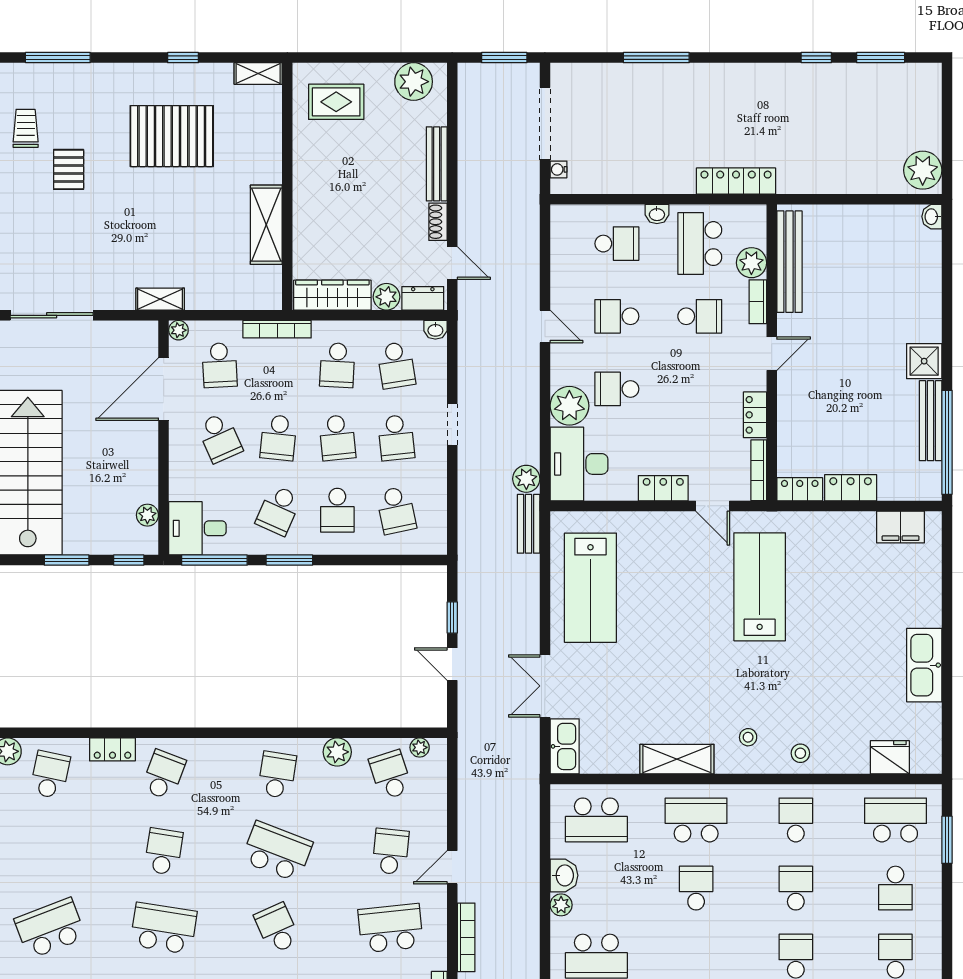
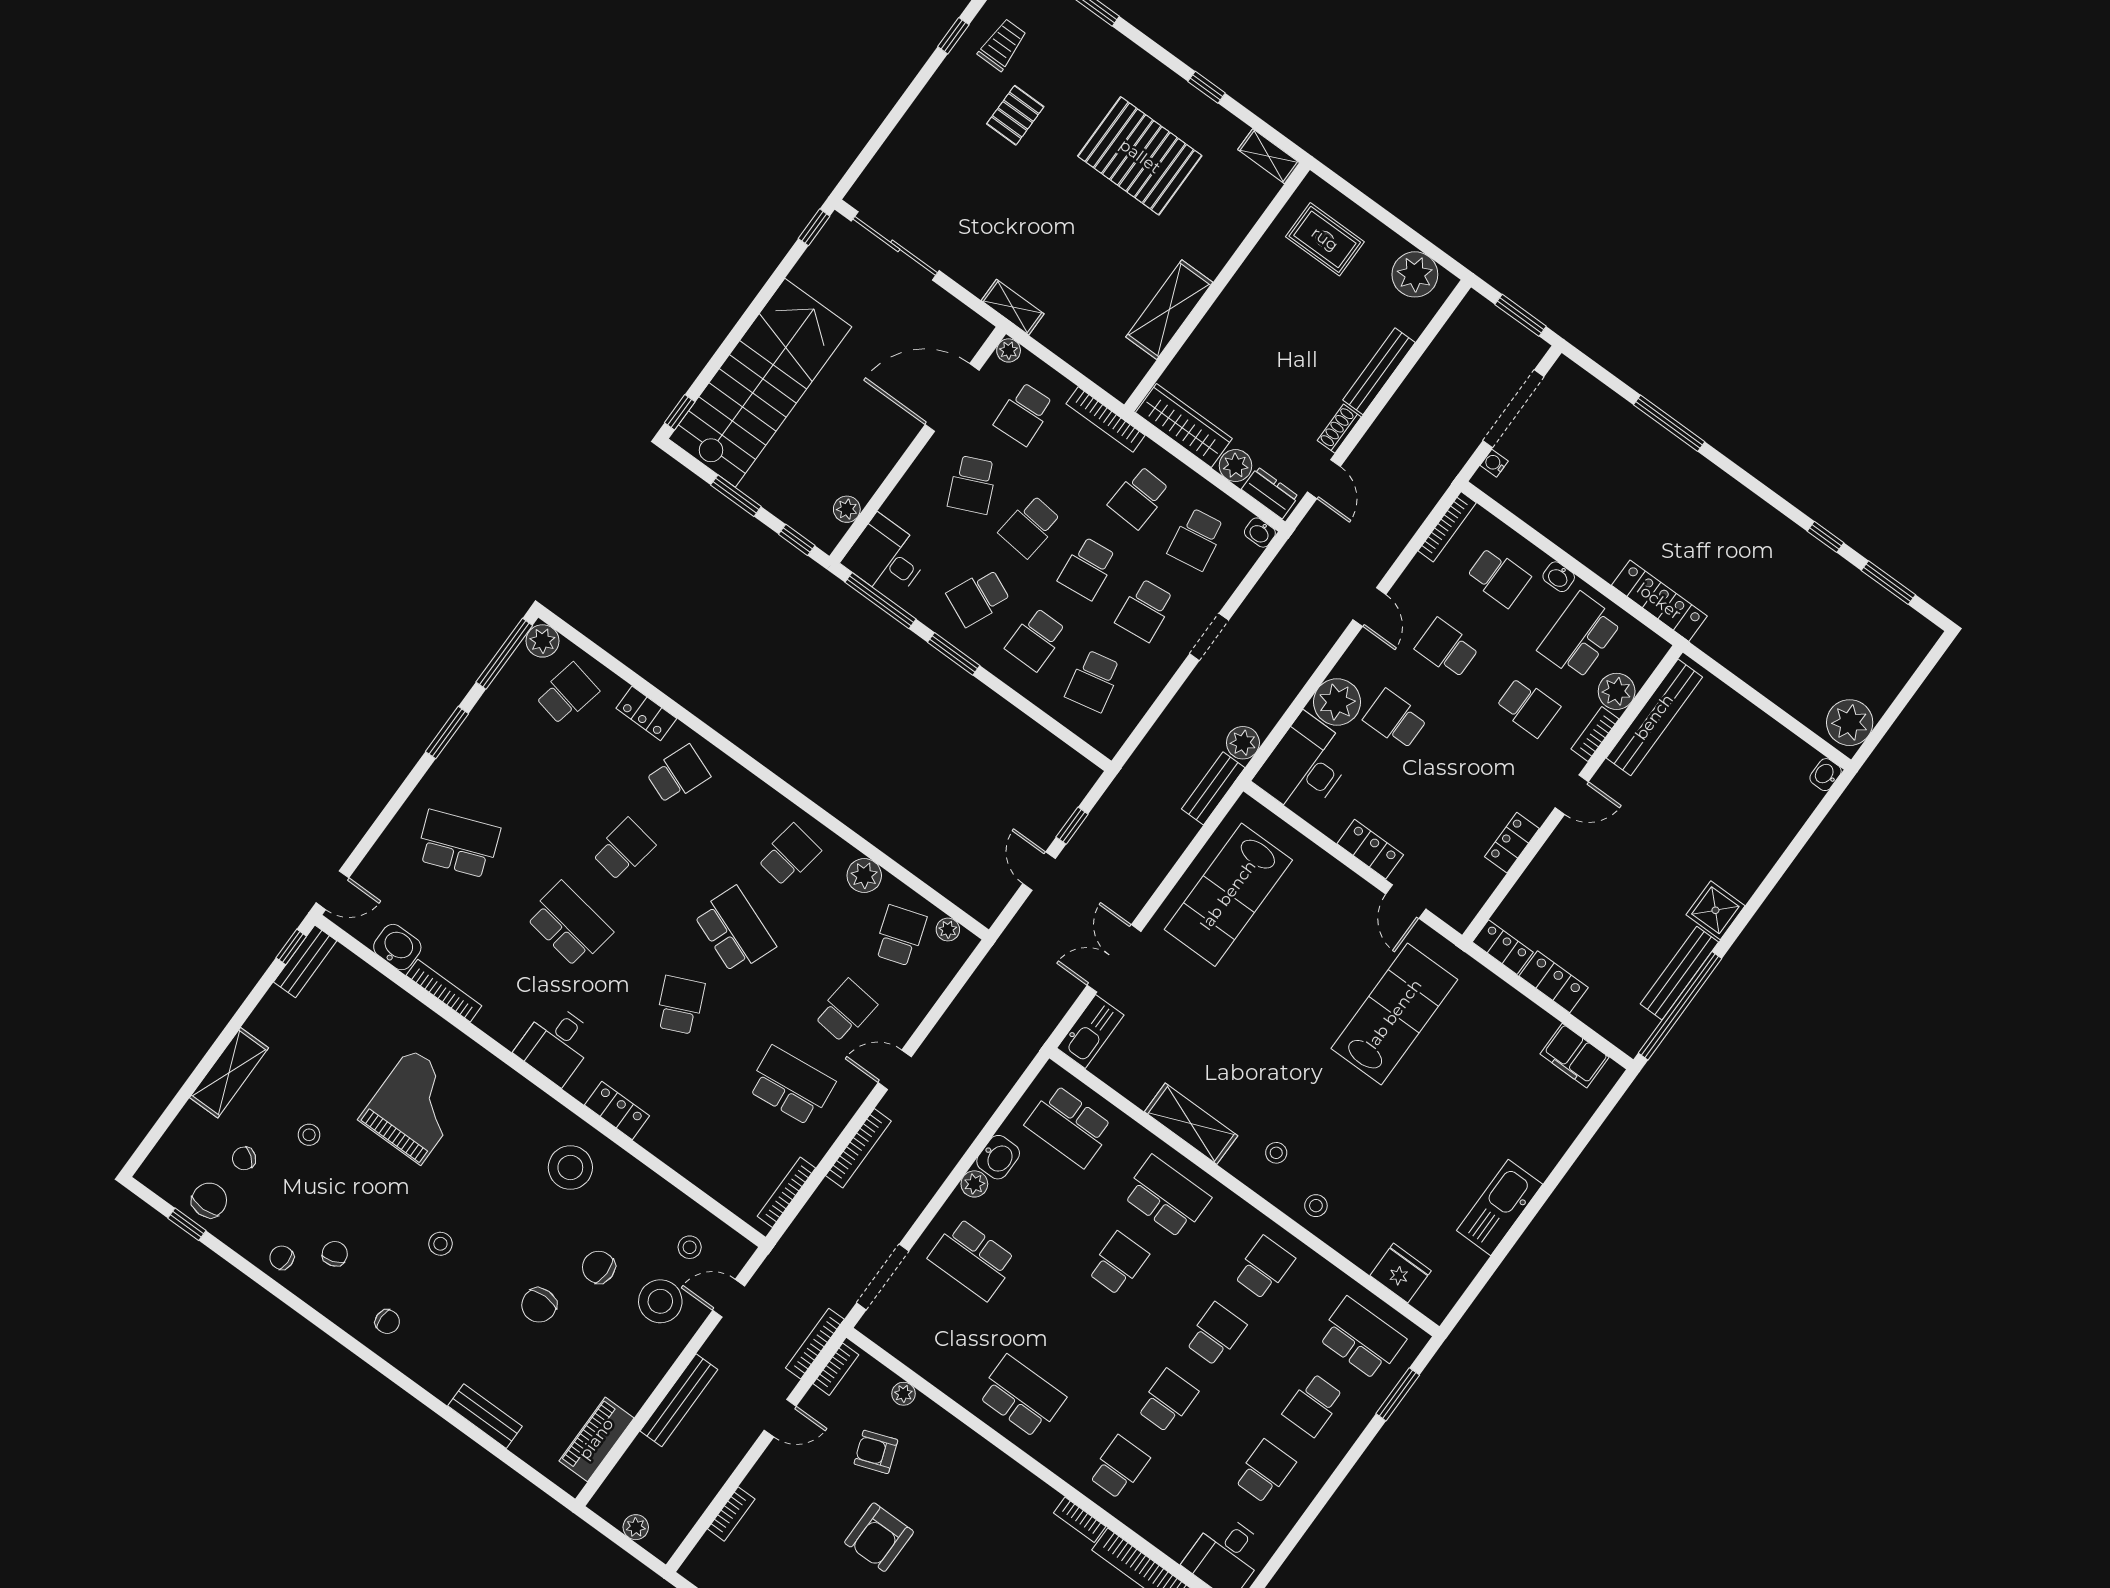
bookcase: (759, 470) -> (1447, 527), moved, turned 180

